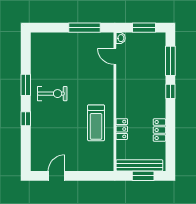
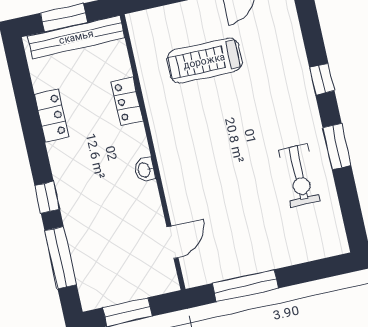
washbasin: (121, 38) -> (144, 170), moved
door: (115, 56) -> (173, 242), hinge flipped
exercise bike: (52, 94) -> (299, 176), moved, turned -90
treadmill: (96, 123) -> (204, 61), moved, turned -90

